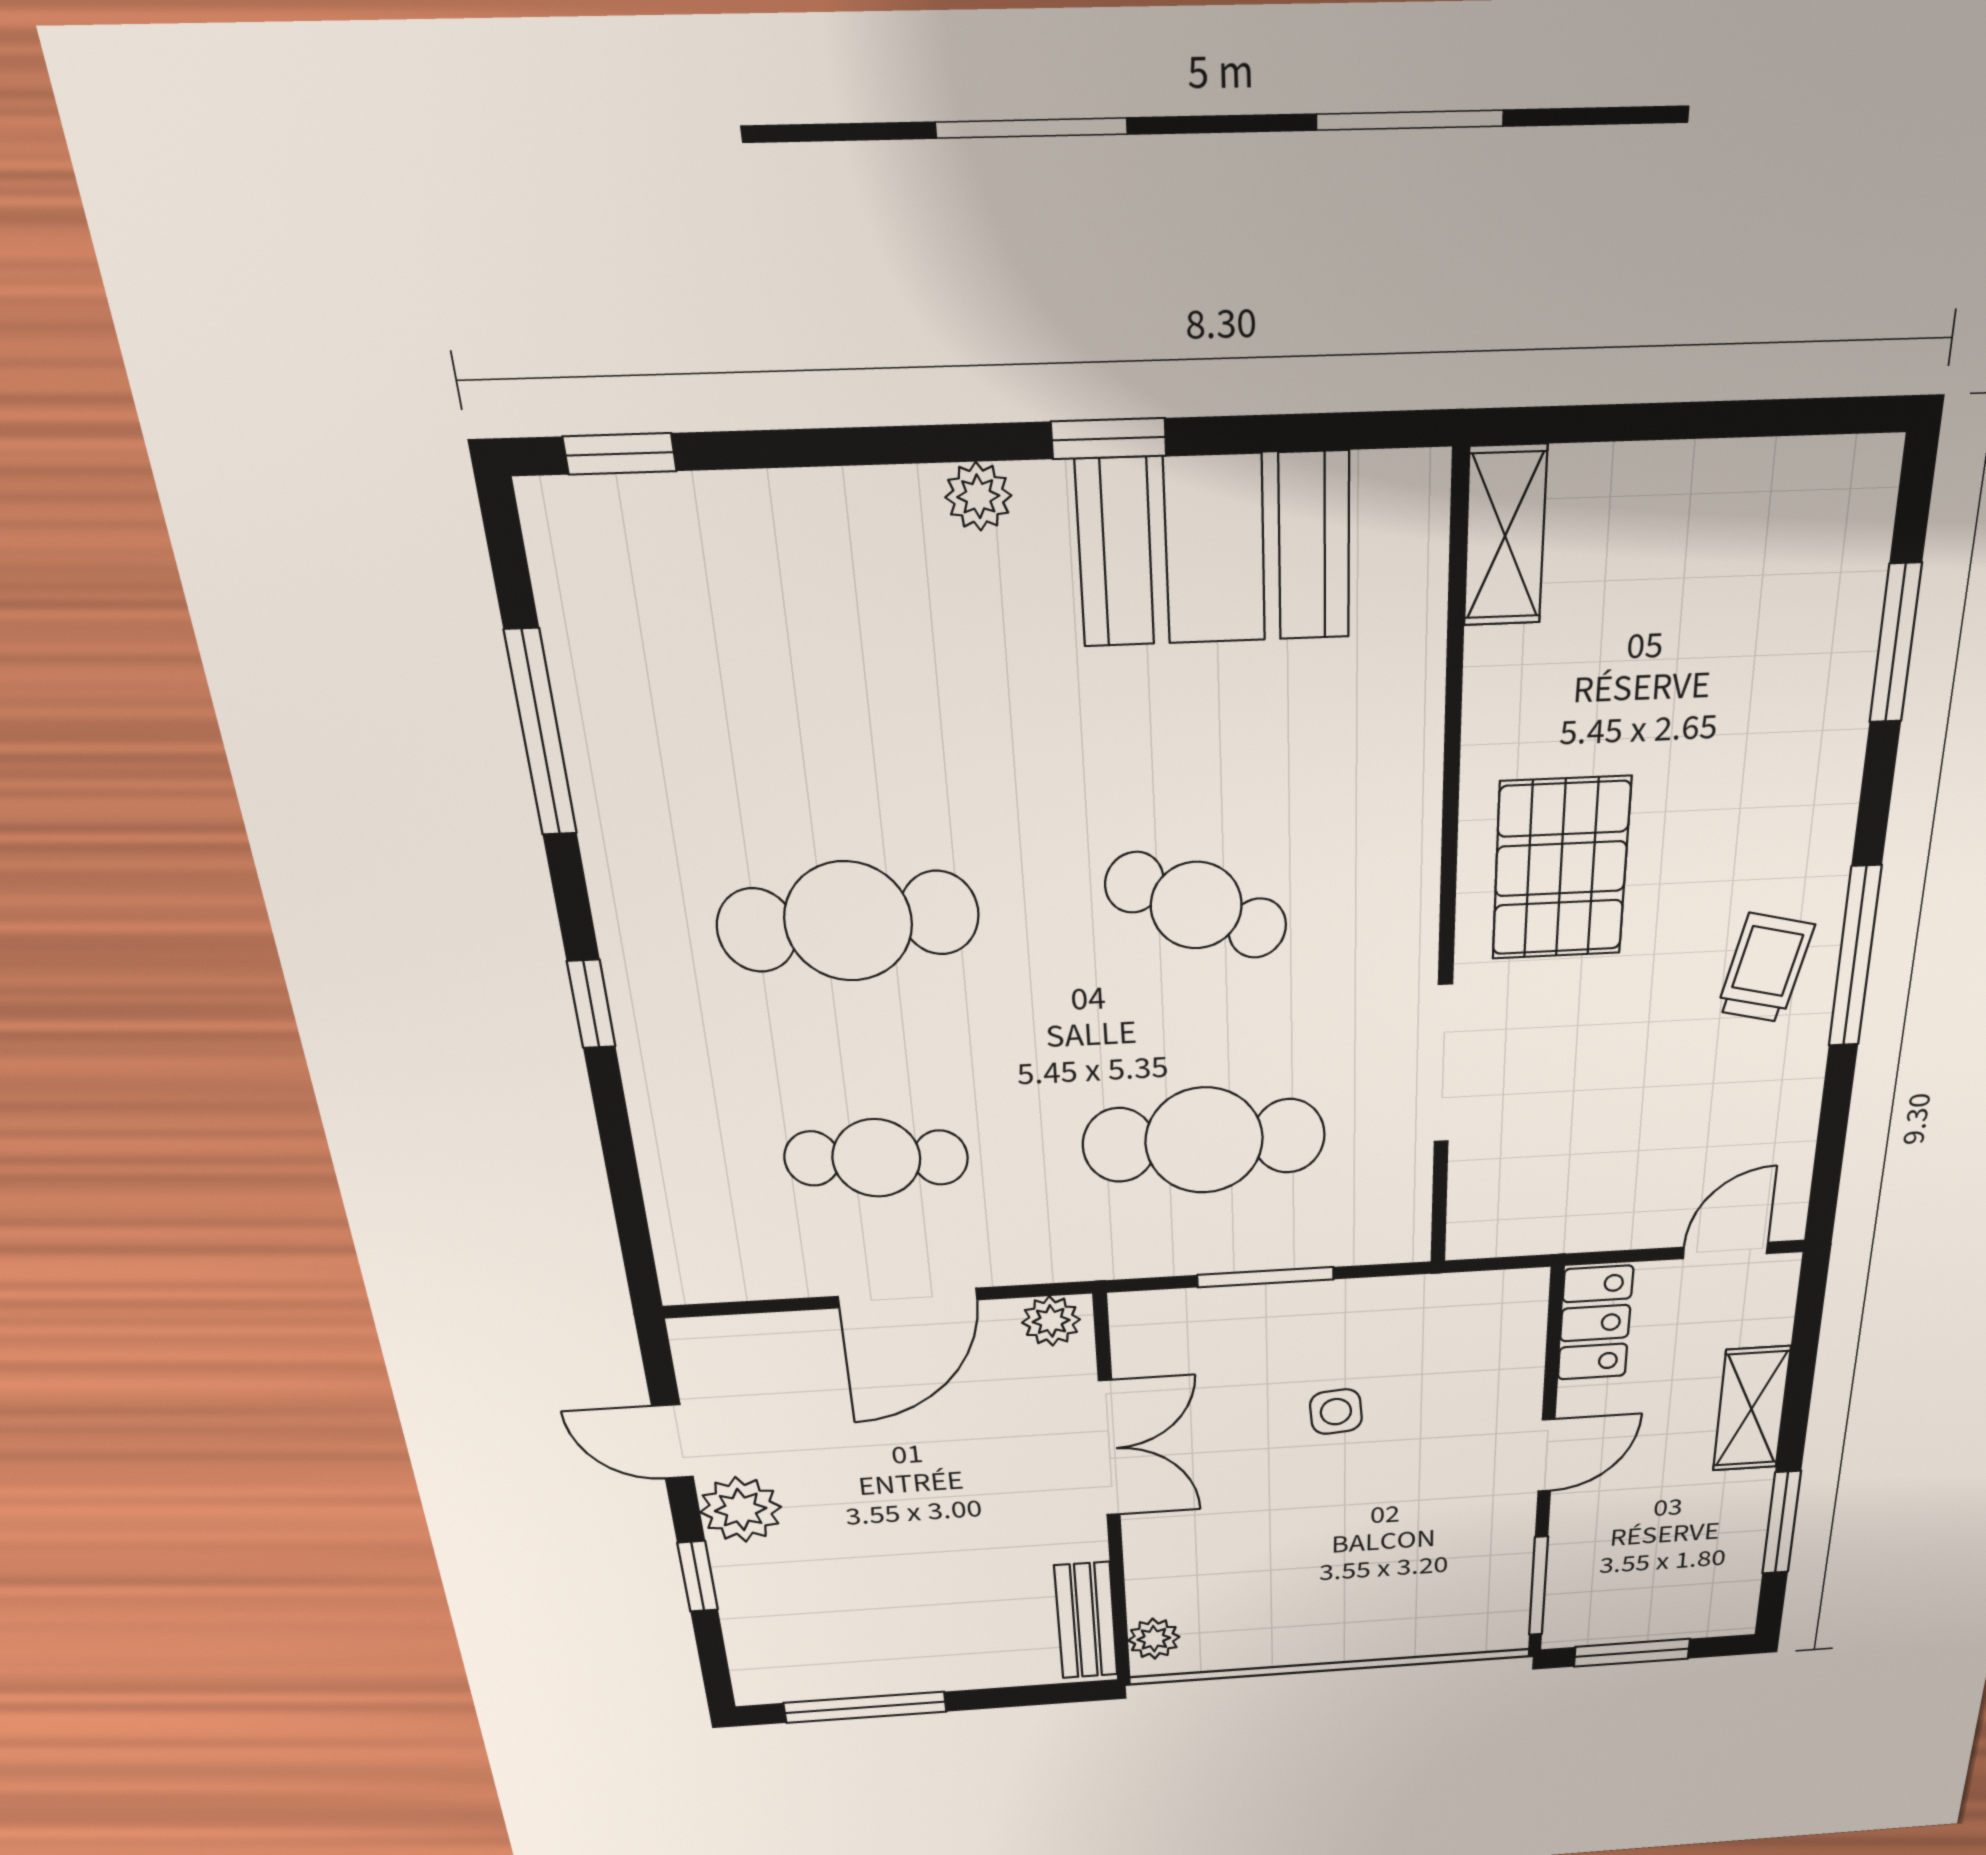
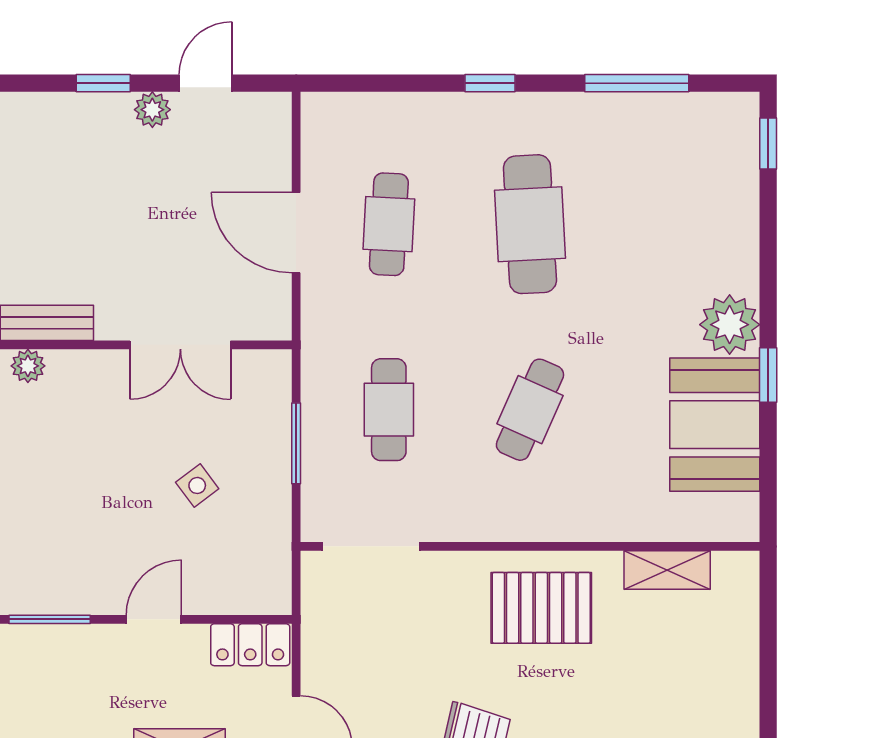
plant: (978, 496) -> (730, 325), width x1.87, depth x1.87
shelving: (1505, 536) -> (667, 570), moved
doorway: (1443, 1064) -> (371, 546), moved
cafe table: (1204, 1140) -> (389, 410), width x0.73, depth x0.74
plant: (1051, 1321) -> (275, 315), removed
side table: (1336, 1412) -> (197, 485), turned -32
door: (1546, 1456) -> (154, 619), swing flipped
plant: (741, 1510) -> (152, 110), width x0.73, depth x0.73

